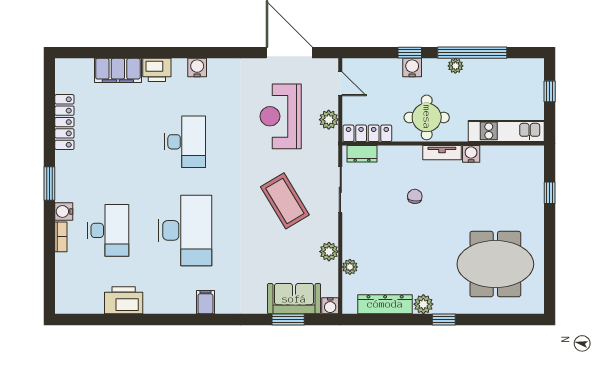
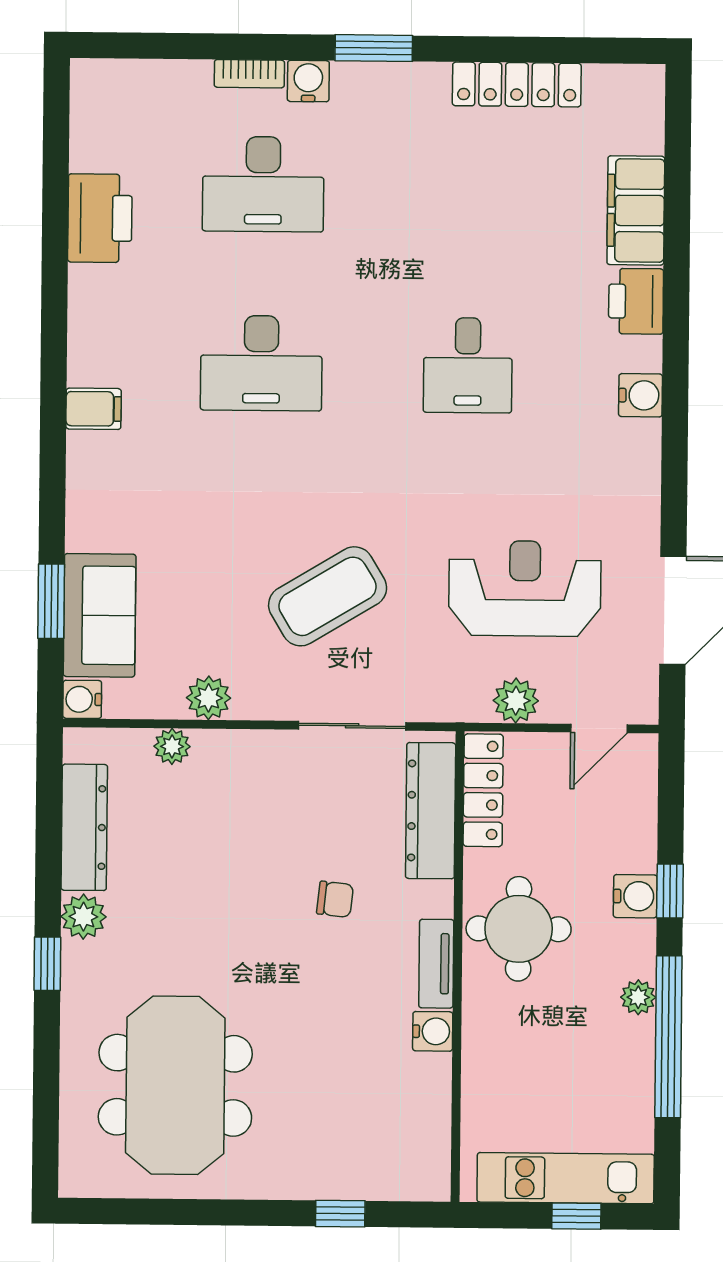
kitchen unit: (506, 131) -> (566, 1178), moved, turned -90
desk: (185, 142) -> (468, 365), width x0.73
dresser: (362, 154) -> (431, 811), width x1.96, depth x1.24
desk: (185, 230) -> (261, 363), width x0.73, depth x0.77

